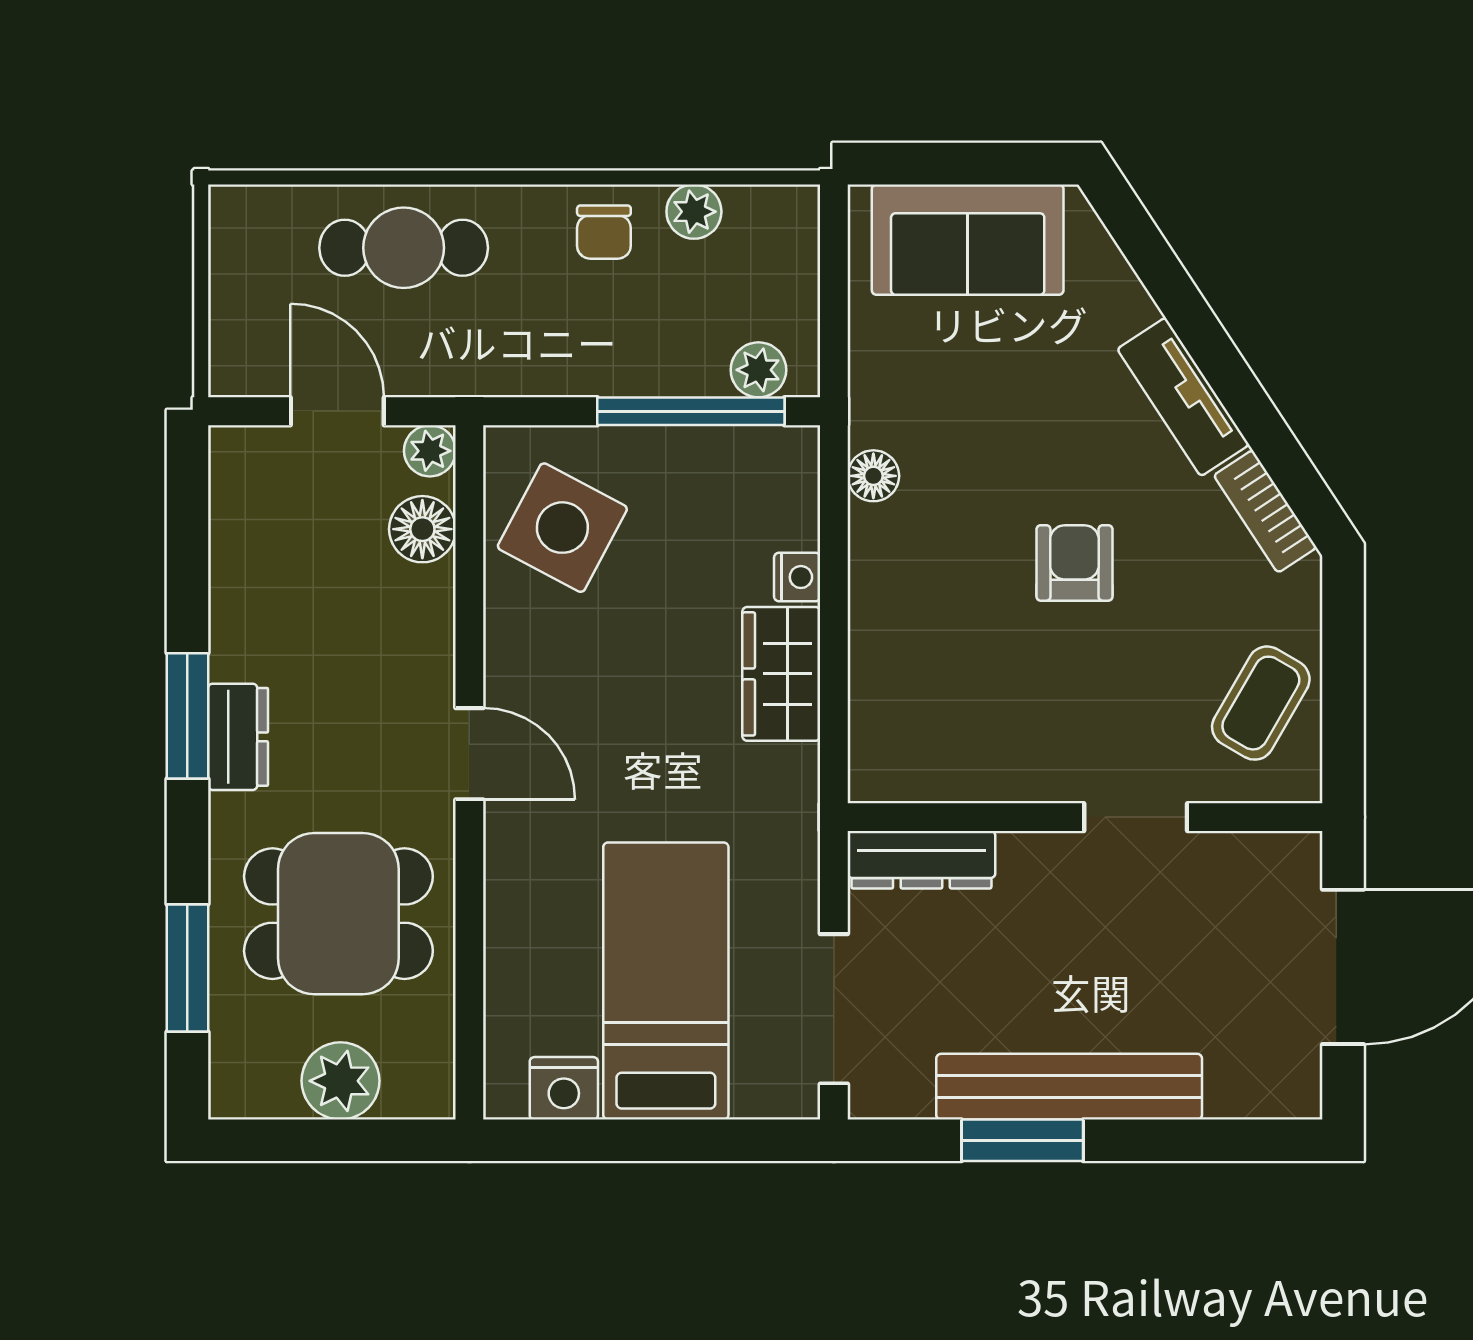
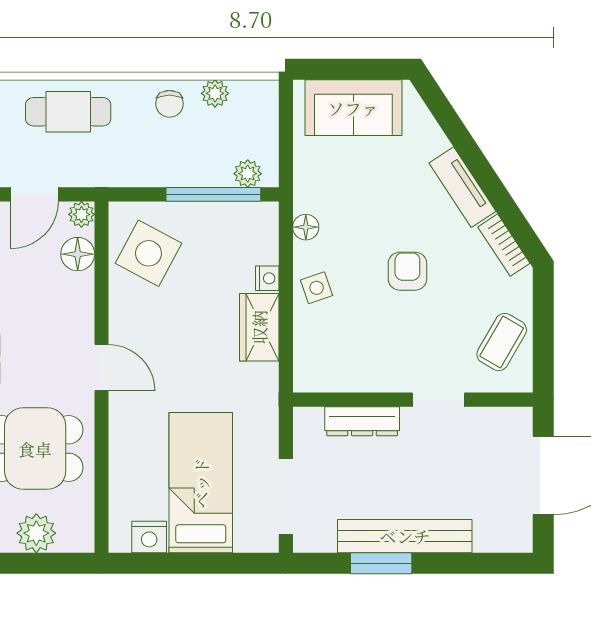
door: (337, 411) -> (35, 194), swing flipped
side table: (895, 596) -> (317, 288), added
dresser: (921, 860) -> (362, 421), moved

